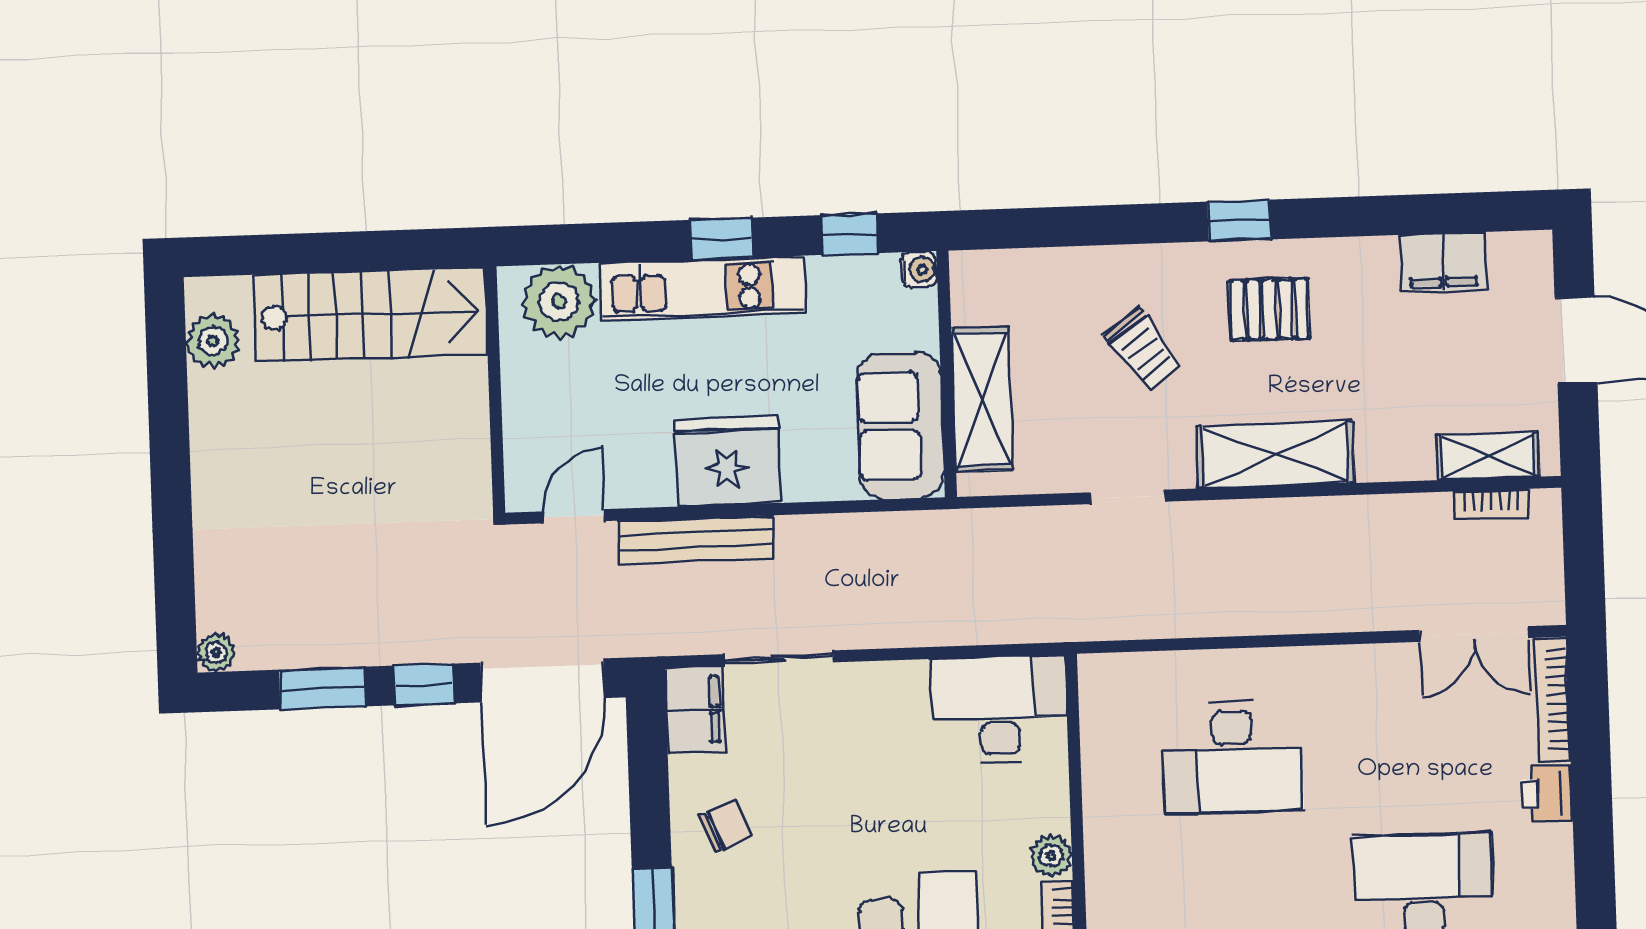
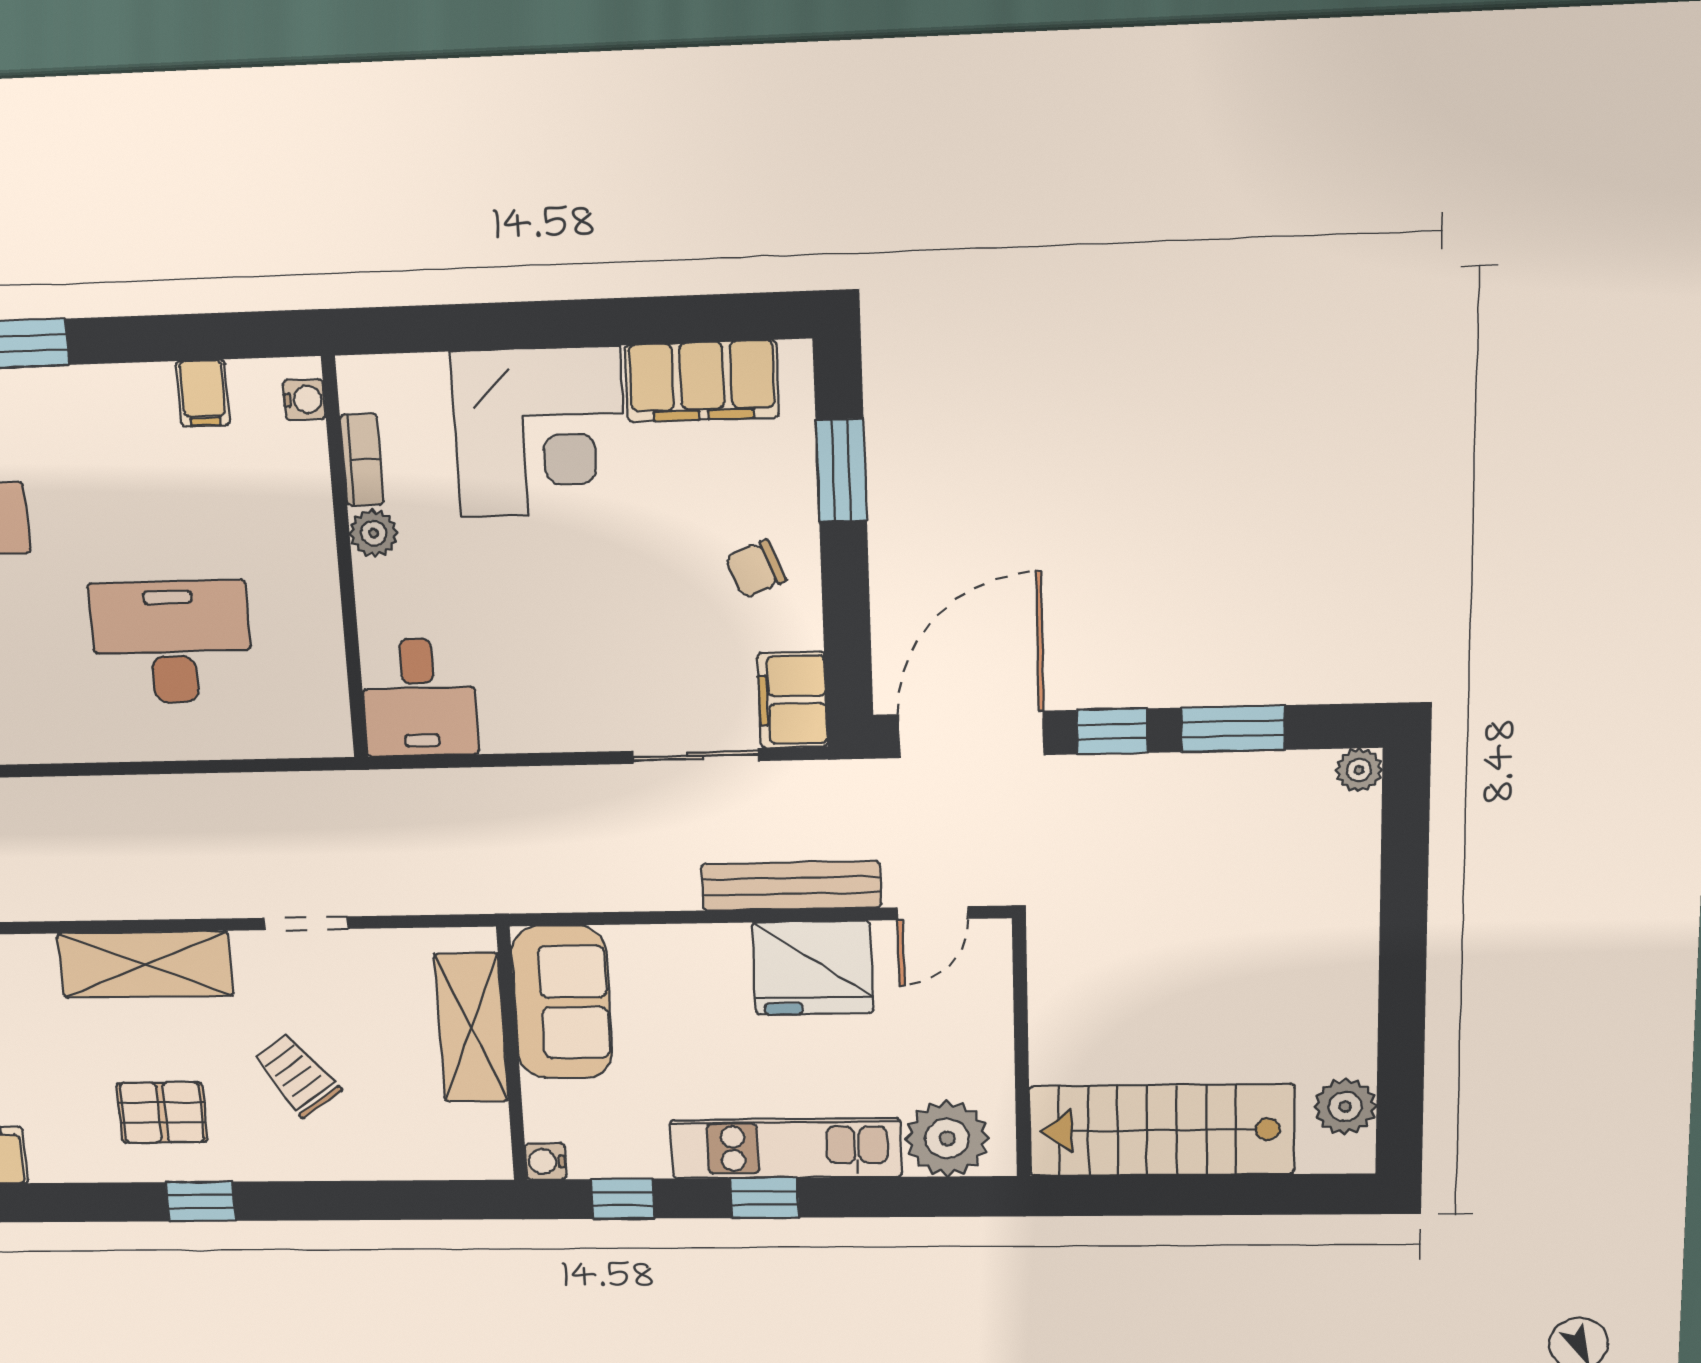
fridge: (728, 461) -> (813, 968), moved
desk: (999, 710) -> (419, 697), width x0.73

